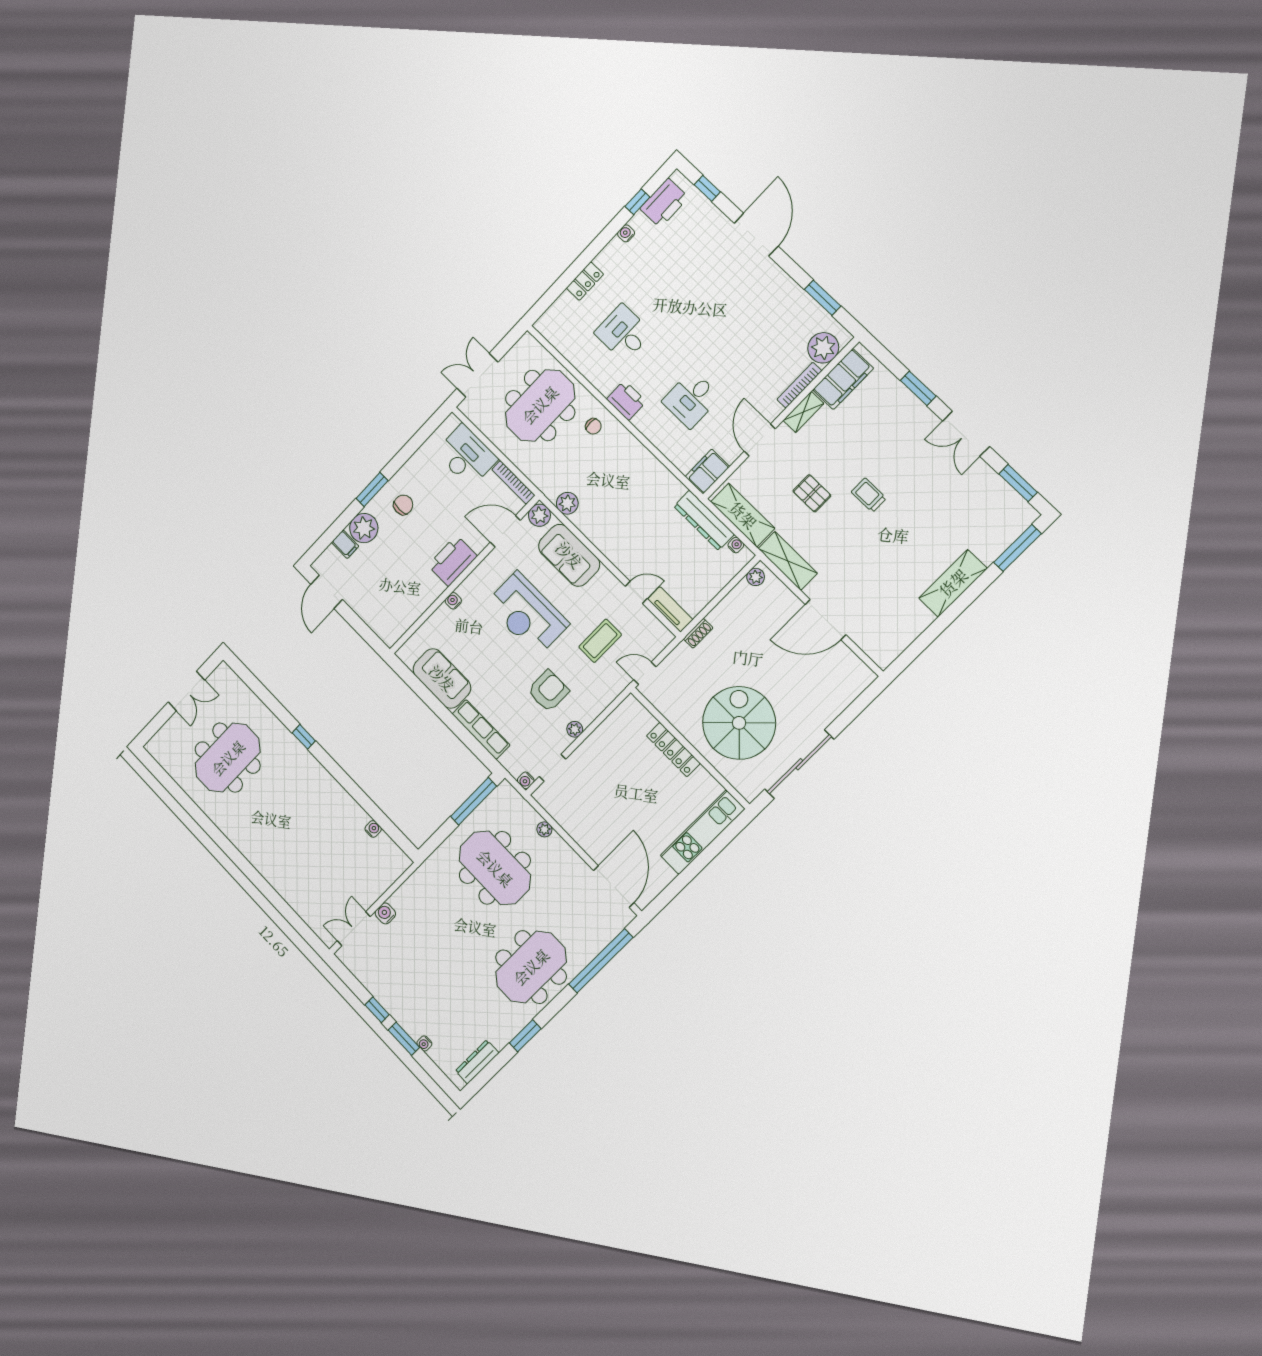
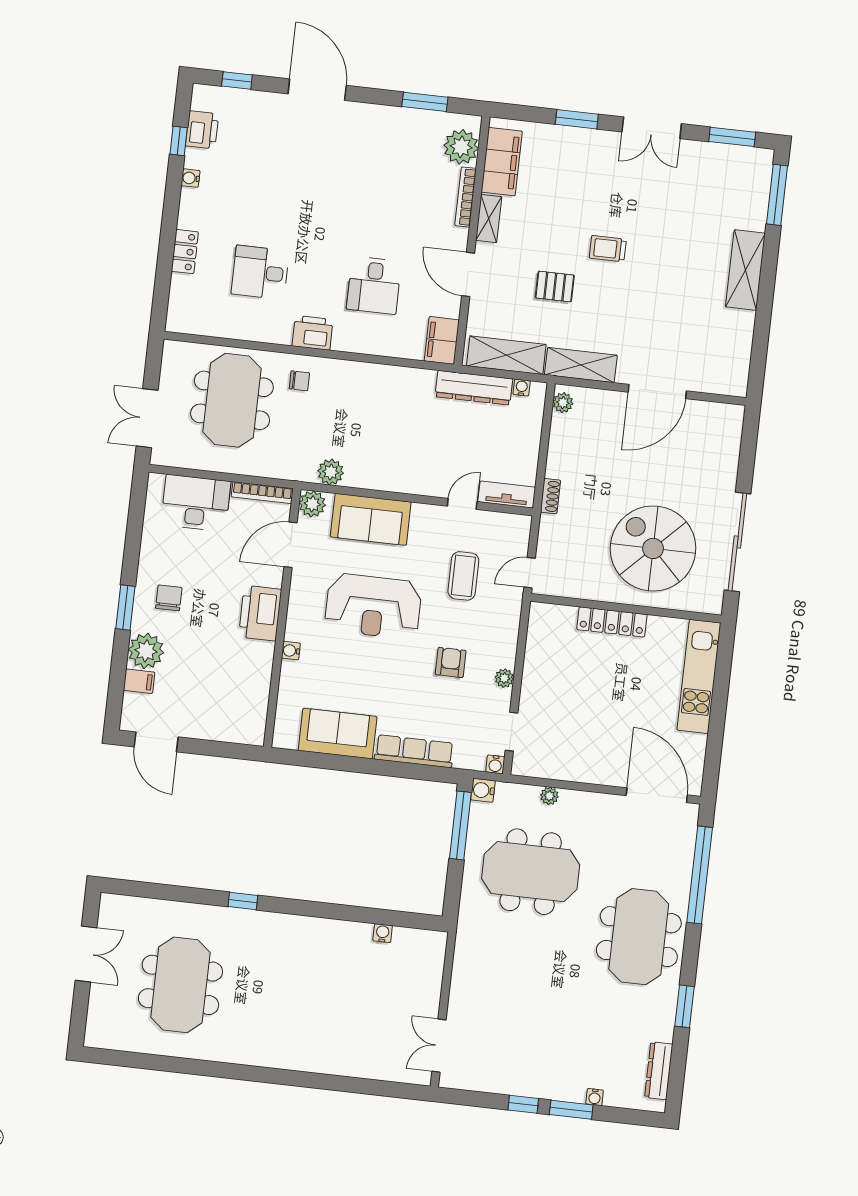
printer: (664, 203) -> (202, 130), width x0.73, depth x0.84
armchair: (548, 691) -> (451, 662), width x0.72, depth x0.72
water cooler: (385, 913) -> (483, 790), moved

